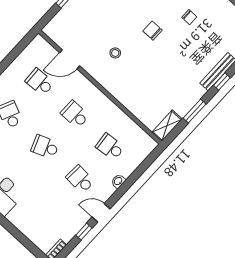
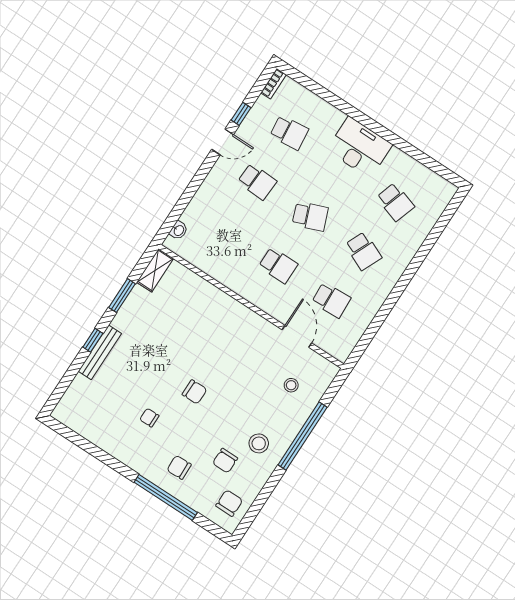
stool: (115, 53) -> (291, 385), moved
door: (70, 59) -> (297, 336), hinge flipped
school desk: (110, 147) -> (289, 132), moved
washbasin: (118, 181) -> (179, 230), moved

